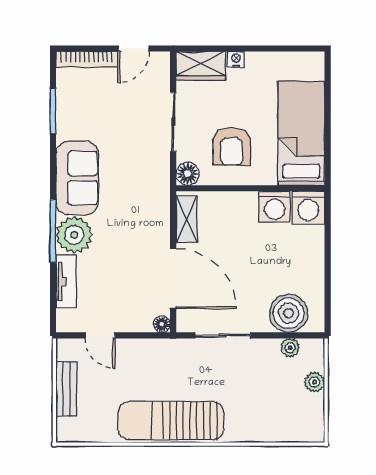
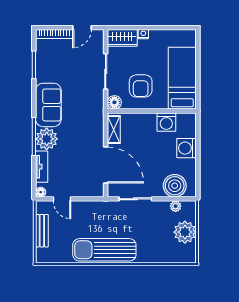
washing machine: (308, 207) -> (187, 148), moved, turned 90
floor lamp: (162, 324) -> (41, 192), moved
plant: (315, 382) -> (185, 232), width x1.88, depth x1.88

